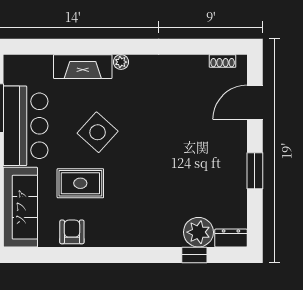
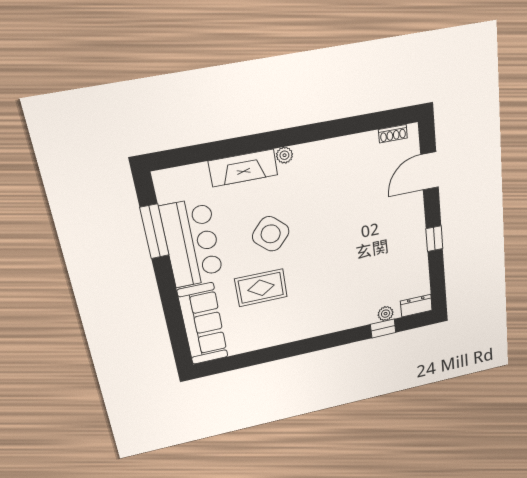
window: (255, 171) -> (434, 239), width x0.67
armchair: (72, 232) -> (260, 335), removed
plant: (198, 232) -> (386, 314), width x0.53, depth x0.53

